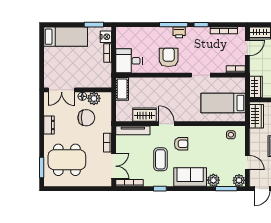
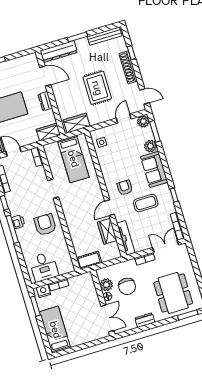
armchair: (169, 57) -> (45, 225), turned 90
desk: (129, 61) -> (44, 267), moved
chair: (86, 118) -> (127, 286), turned 180

